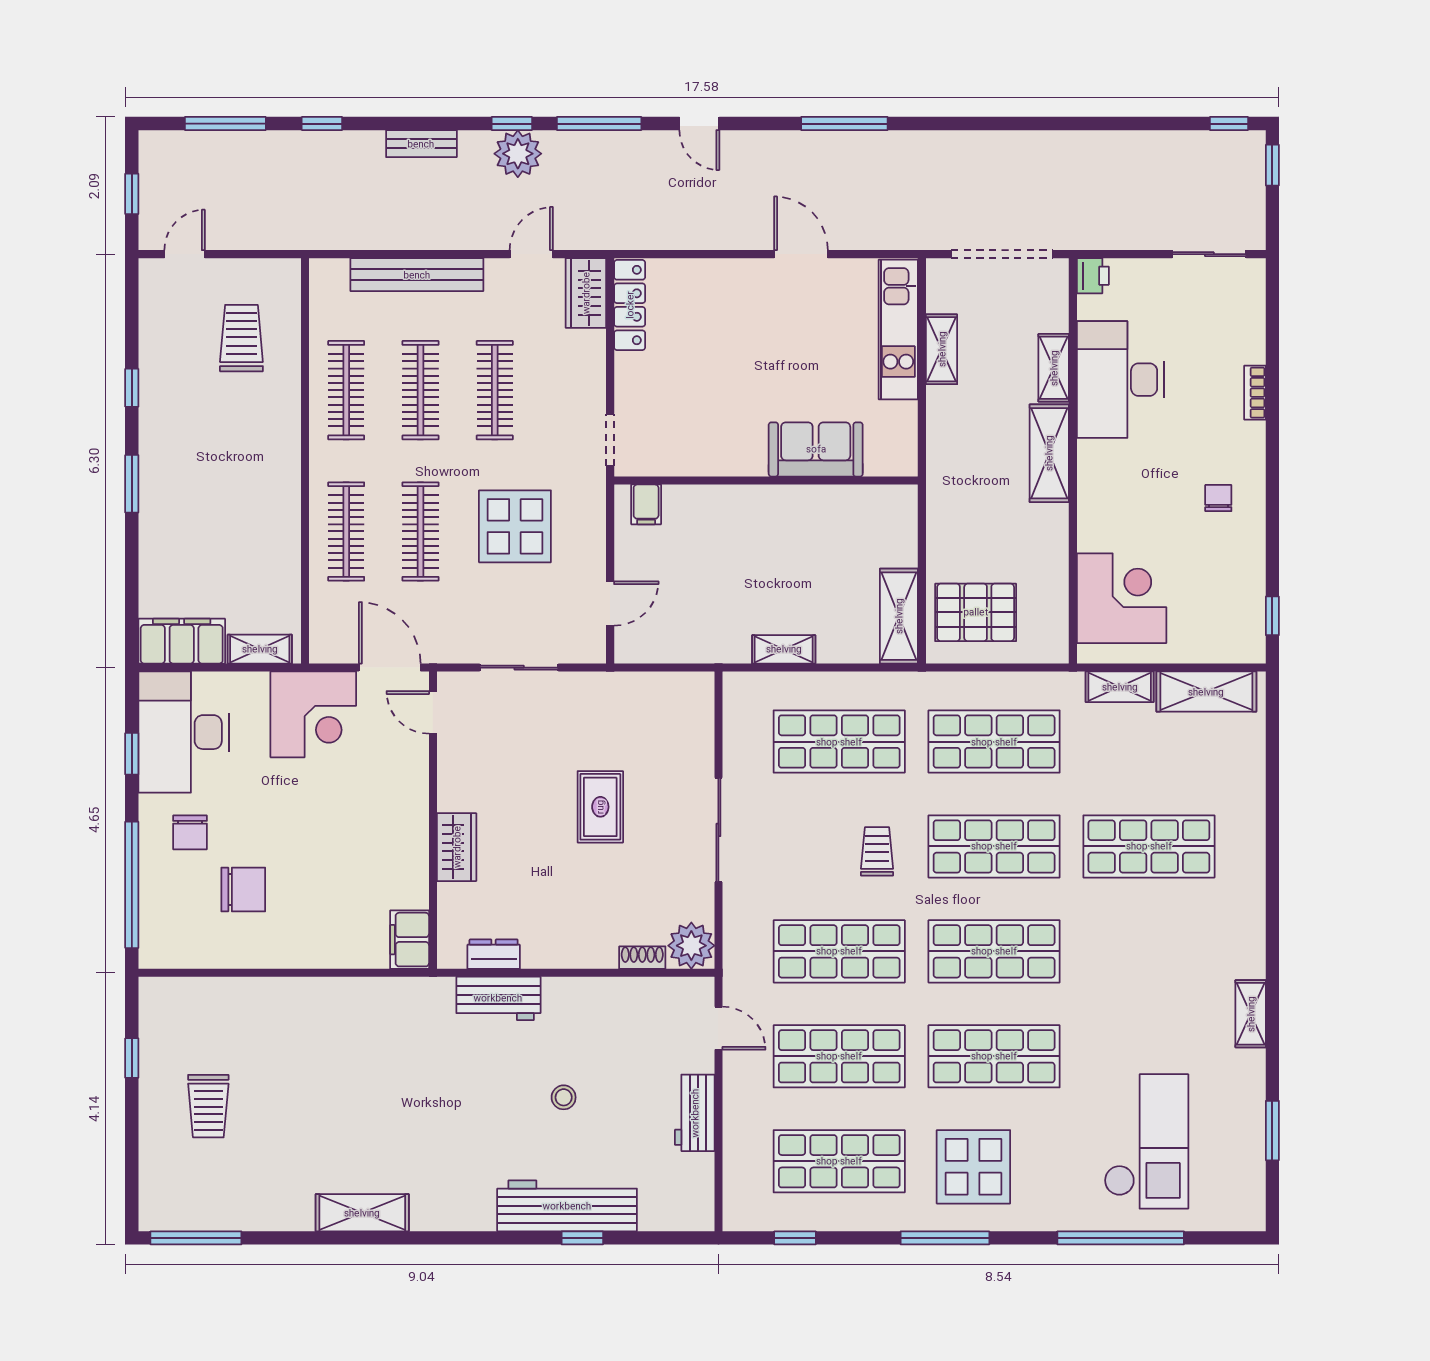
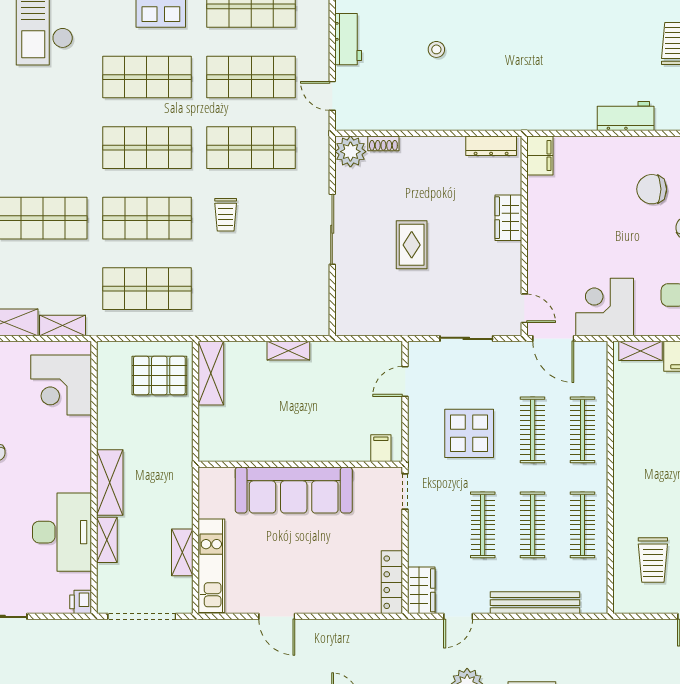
sofa: (816, 449) -> (294, 490), width x1.85, depth x1.27
shop shelf: (839, 742) -> (251, 289), removed
dresser: (494, 954) -> (491, 146), width x1.44
workbench: (498, 998) -> (626, 116), moved

